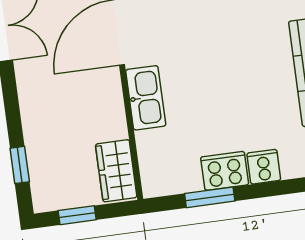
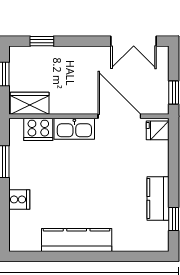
cooker: (225, 171) -> (38, 129), moved, turned 90

